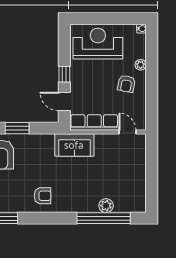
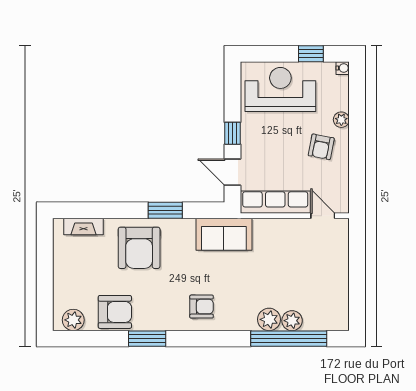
window: (119, 19) -> (311, 54), added
sofa: (74, 145) -> (224, 234), moved
plant: (90, 205) -> (269, 319), added

